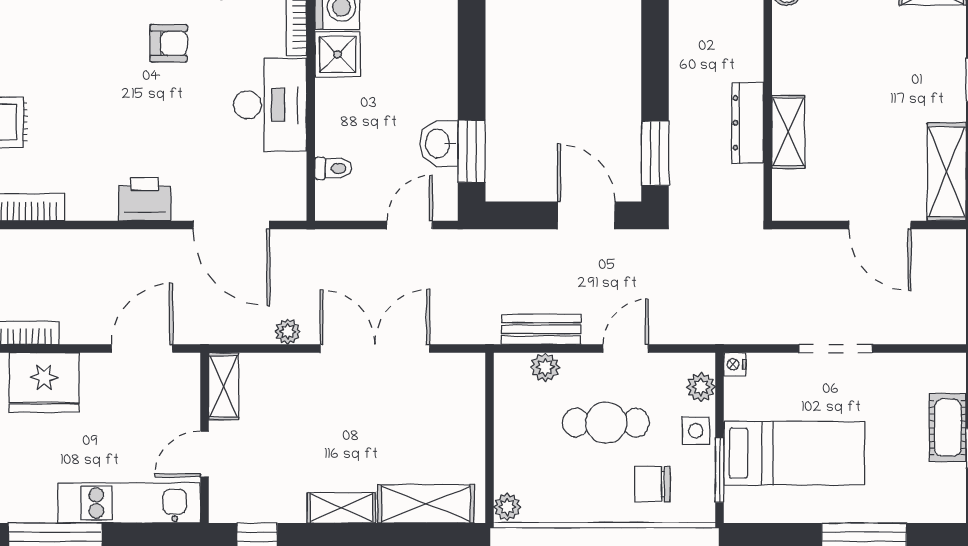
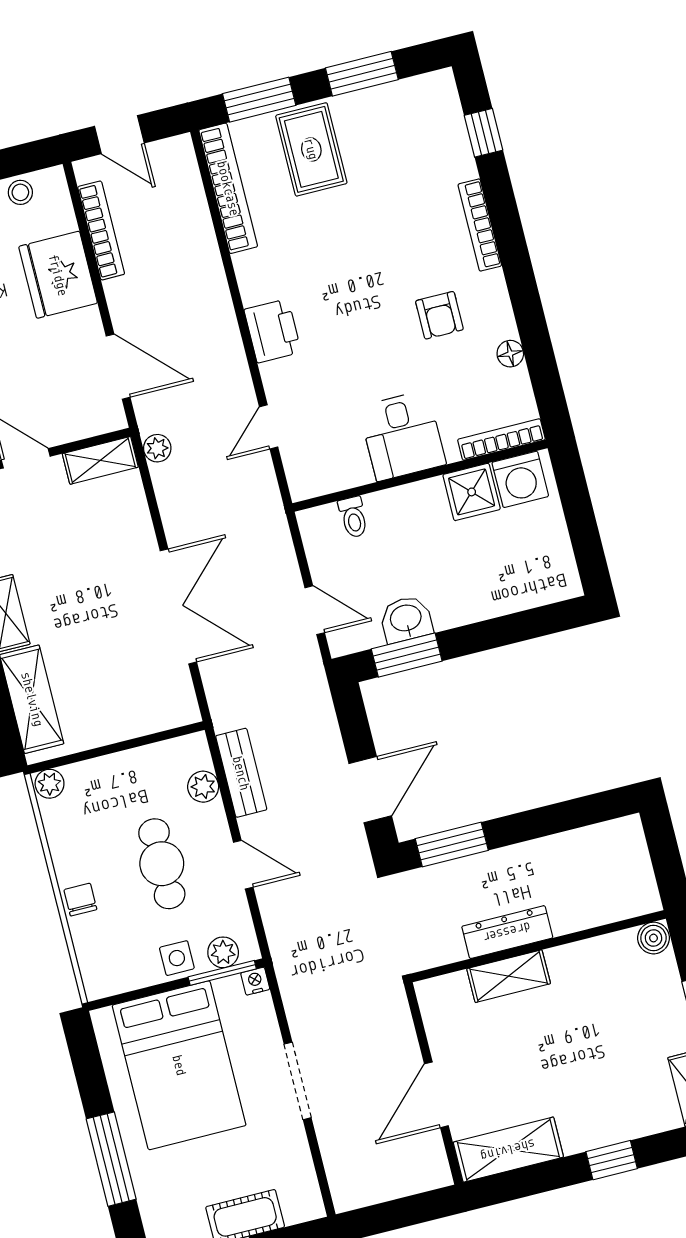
desk: (270, 105) -> (402, 436), width x0.73
door: (231, 225) -> (269, 427), width x0.53
plant: (288, 332) -> (157, 448), moved
bed: (794, 453) -> (179, 1065), width x1.50
window: (720, 470) -> (222, 973), moved
chair: (652, 484) -> (80, 900), moved, width x0.73, depth x0.73

